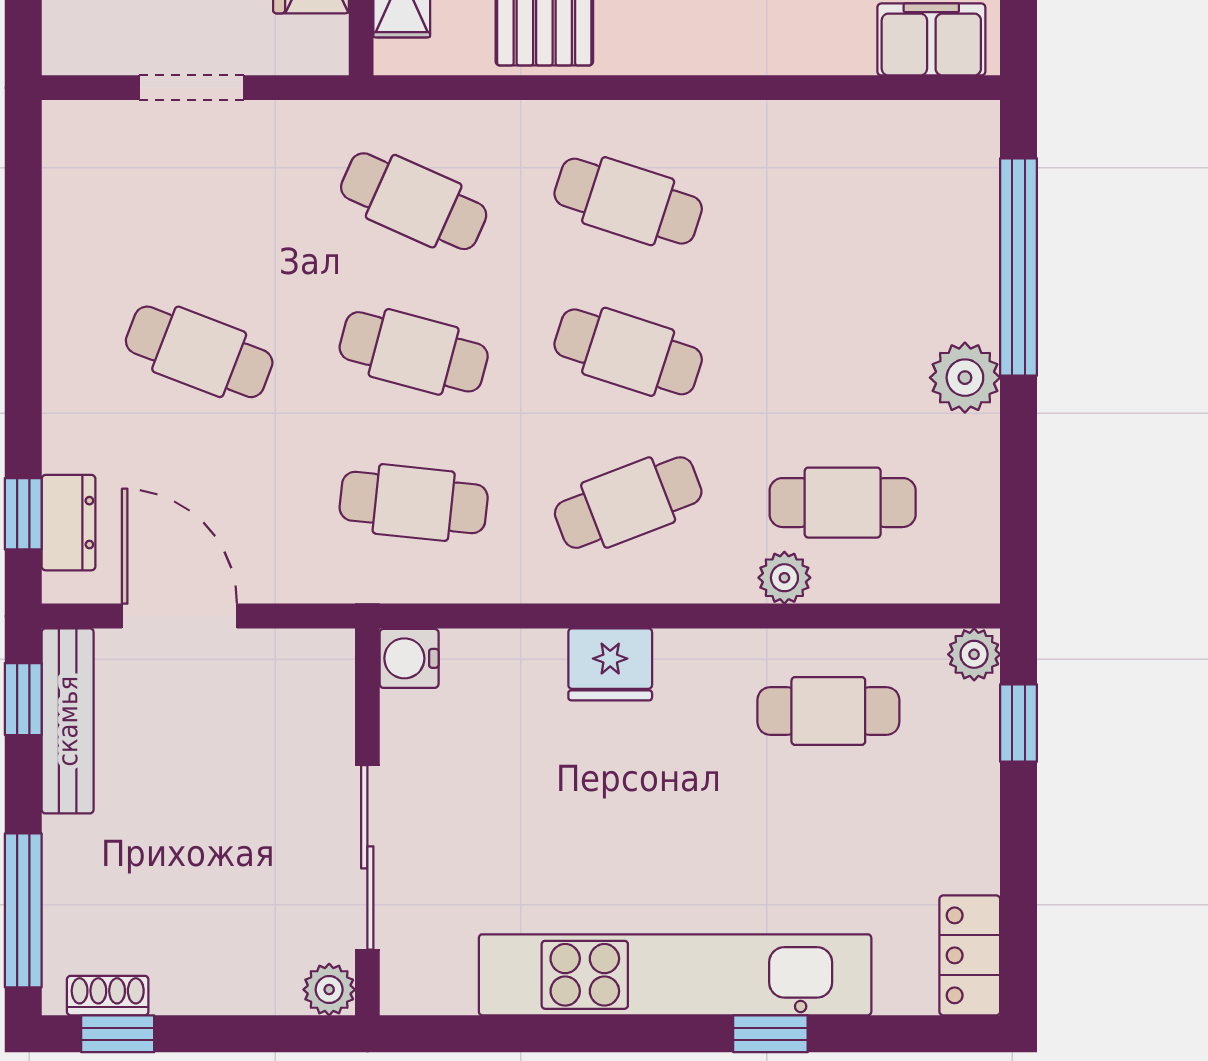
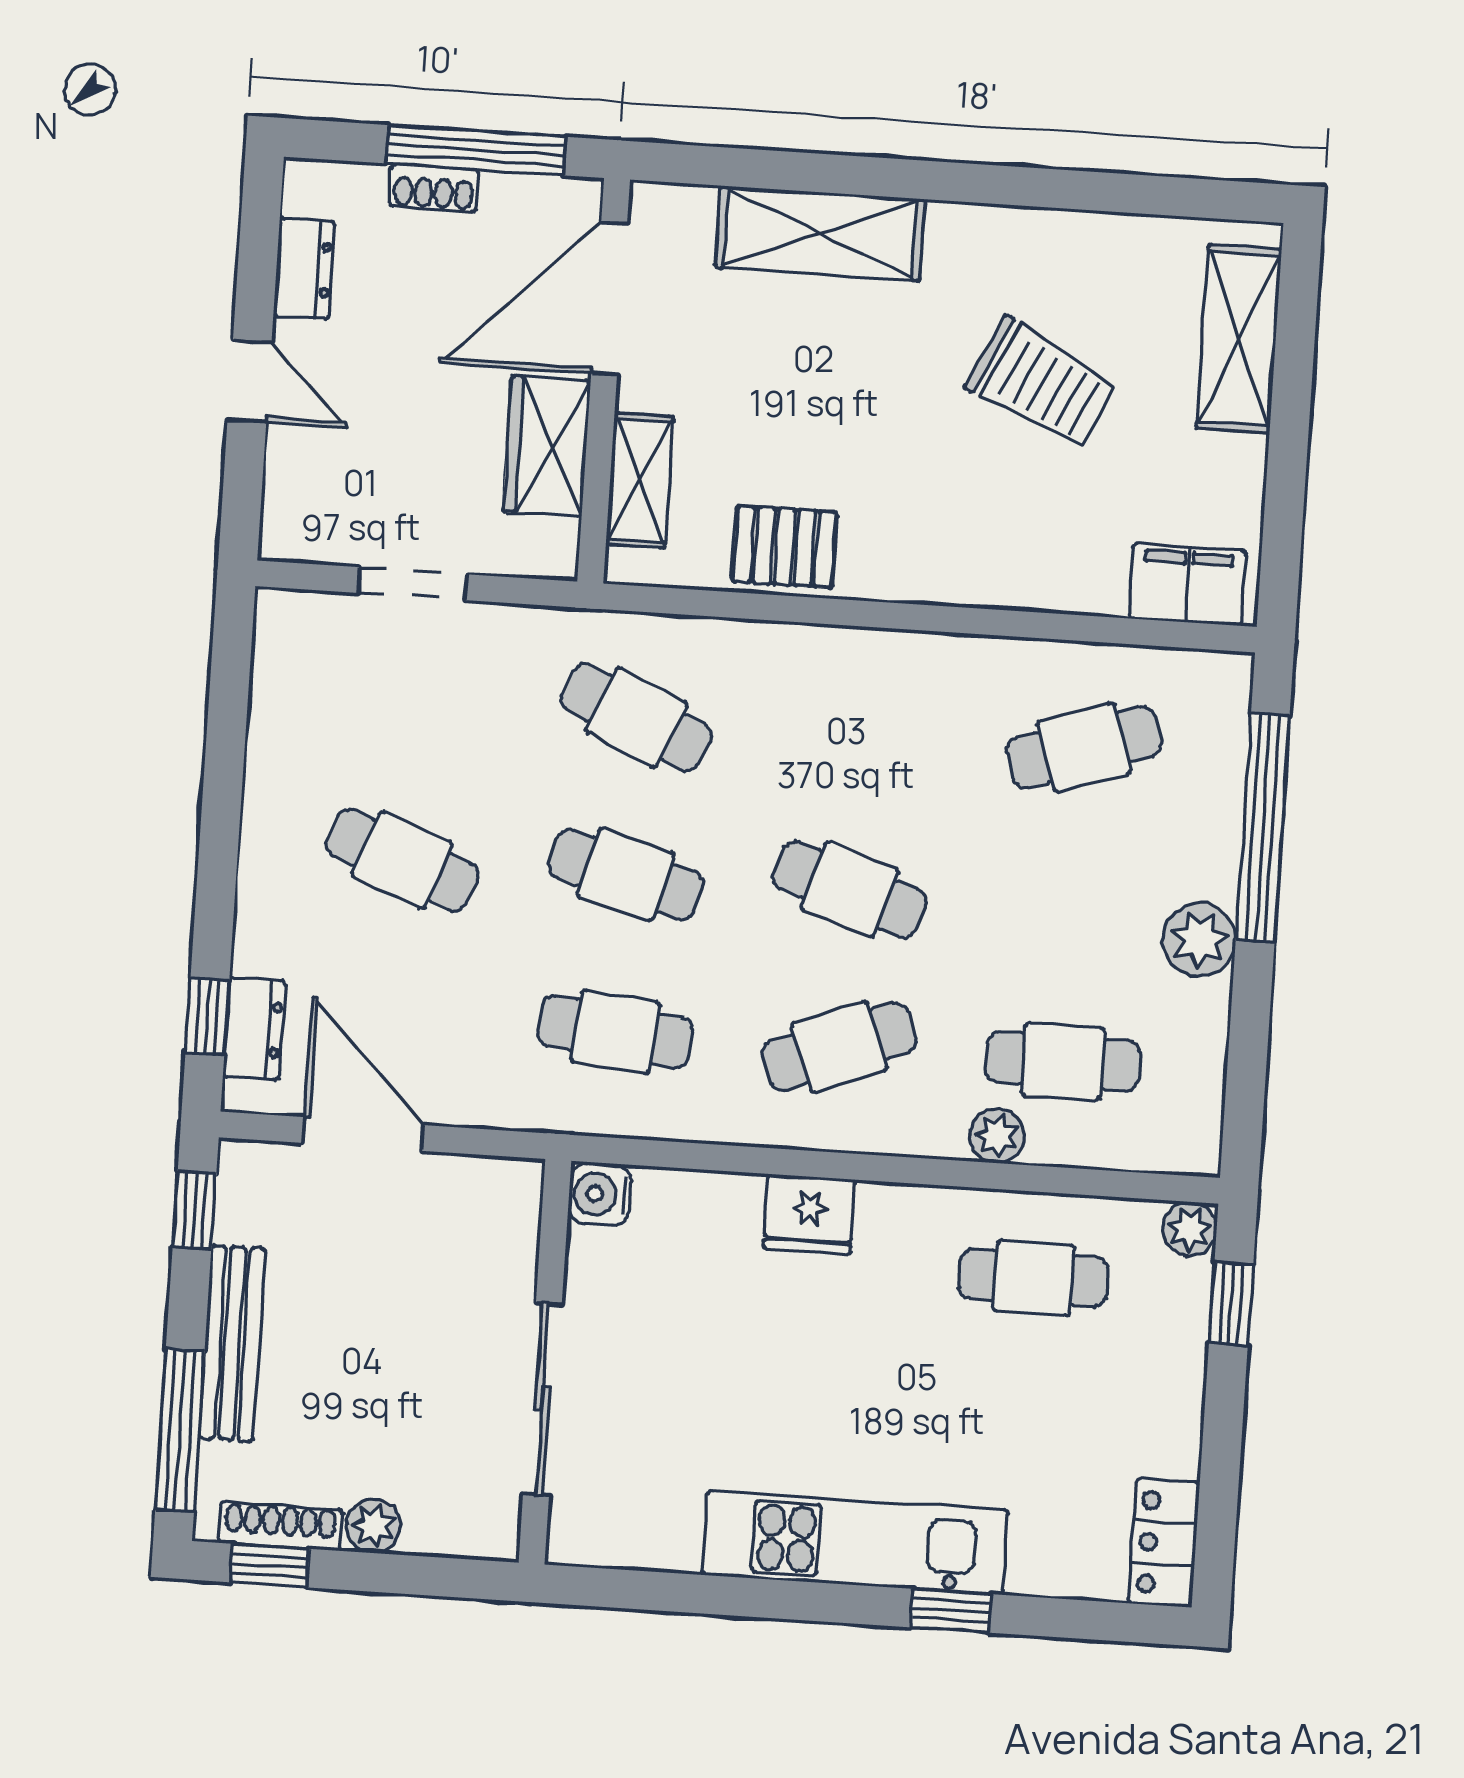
cafe table: (628, 201) -> (1084, 747), moved, turned -36
bench: (68, 721) -> (232, 1343), moved
kitchen unit: (675, 975) -> (855, 1543), width x0.73
plant: (329, 990) -> (373, 1526), moved
shoe rack: (108, 996) -> (280, 1526), width x1.43

